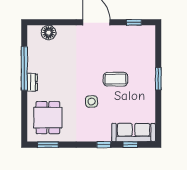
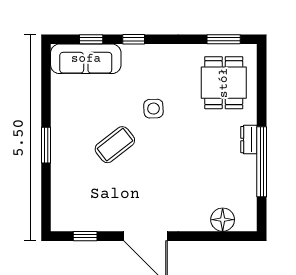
coffee table: (115, 79) -> (115, 145), turned -38

